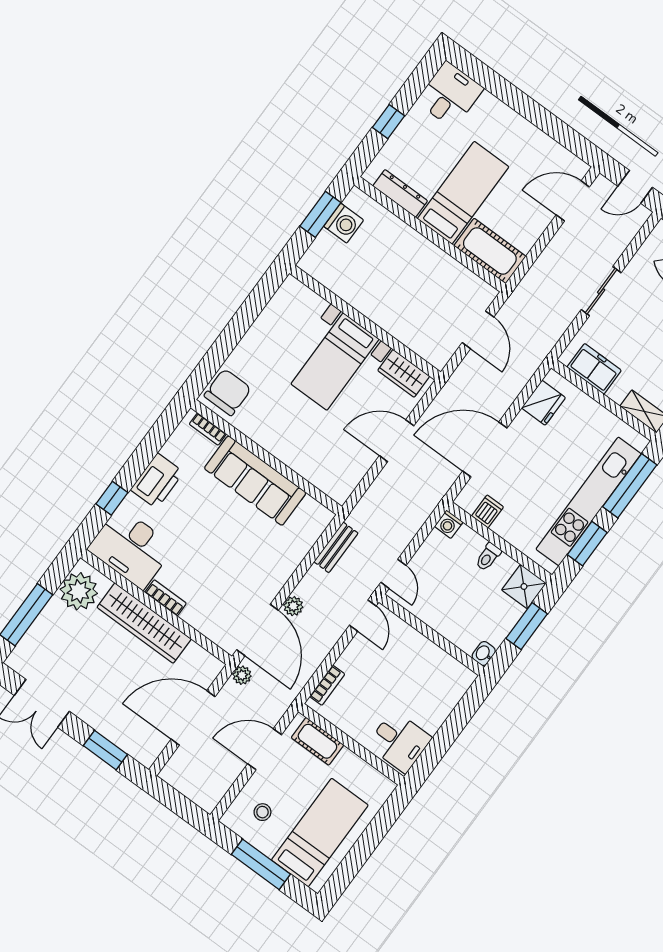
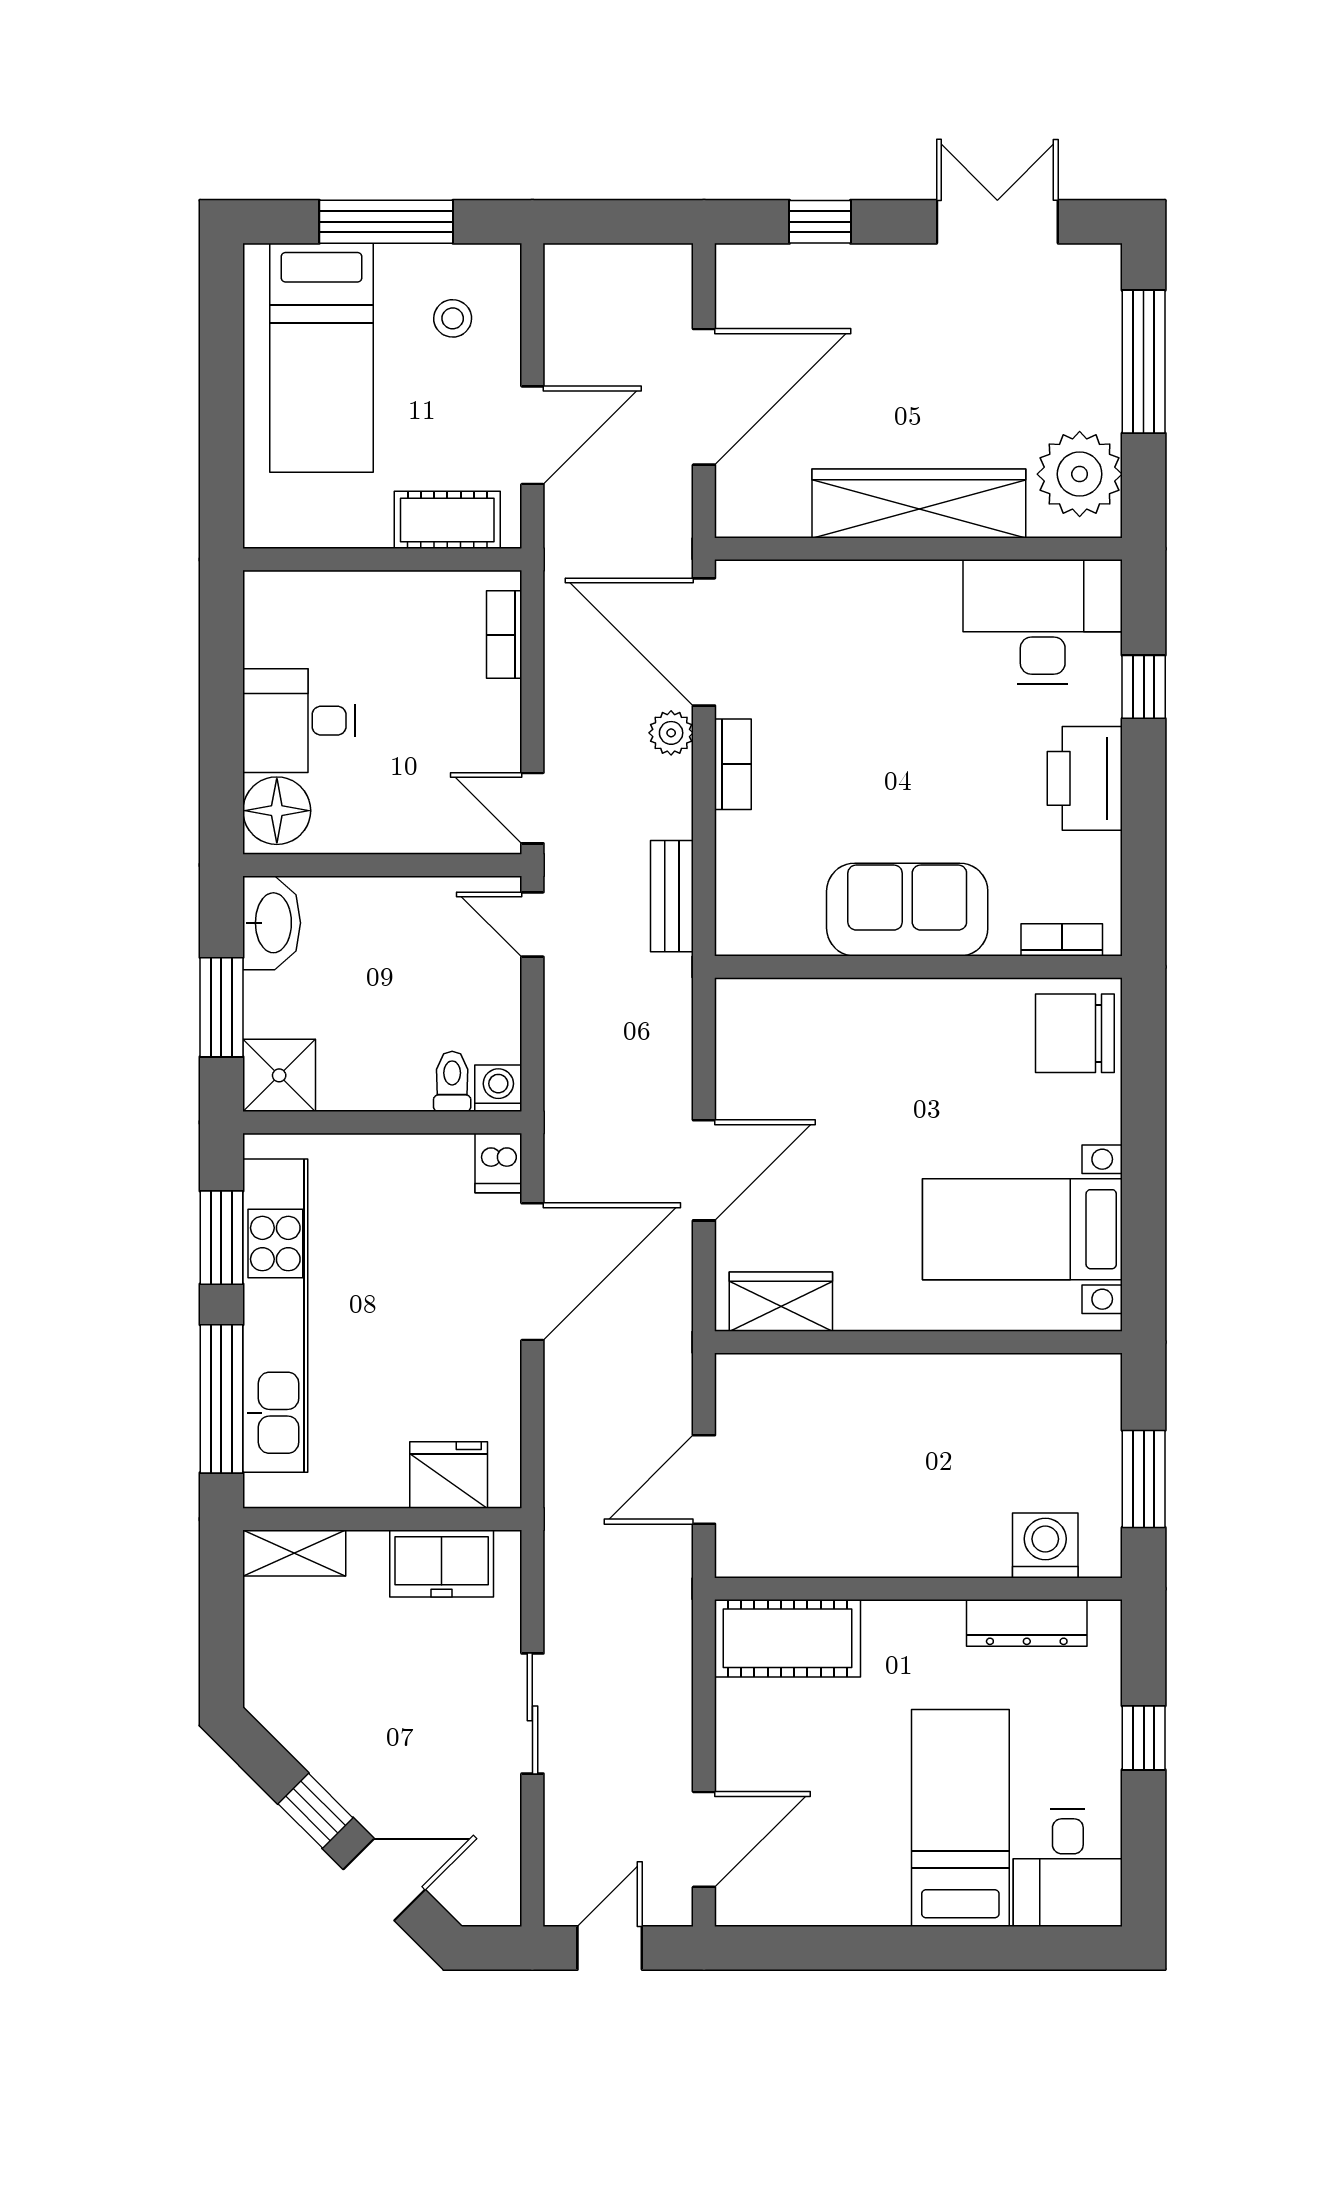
bed: (463, 193) -> (960, 1818), moved, turned 180
washing machine: (344, 223) -> (1045, 1545), moved, turned 90
door: (478, 330) -> (704, 1480), hinge flipped
bed with nightstands: (335, 362) -> (1022, 1229), moved, turned -90
chair: (228, 392) -> (1075, 1033), turned 90
fridge: (544, 403) -> (449, 1475), moved, turned 90
sofa: (255, 481) -> (907, 910), width x0.73
dishwasher: (488, 511) -> (498, 1163), moved
toilet: (488, 557) -> (452, 1081), moved
bookcase: (166, 598) -> (733, 764), moved, turned -90
washbasin: (484, 654) -> (272, 923), width x1.91, depth x1.45
plant: (242, 675) -> (672, 539), removed
floor lamp: (455, 682) -> (277, 811), added
desk: (399, 741) -> (299, 721), moved
window: (105, 750) -> (820, 222), width x0.67

